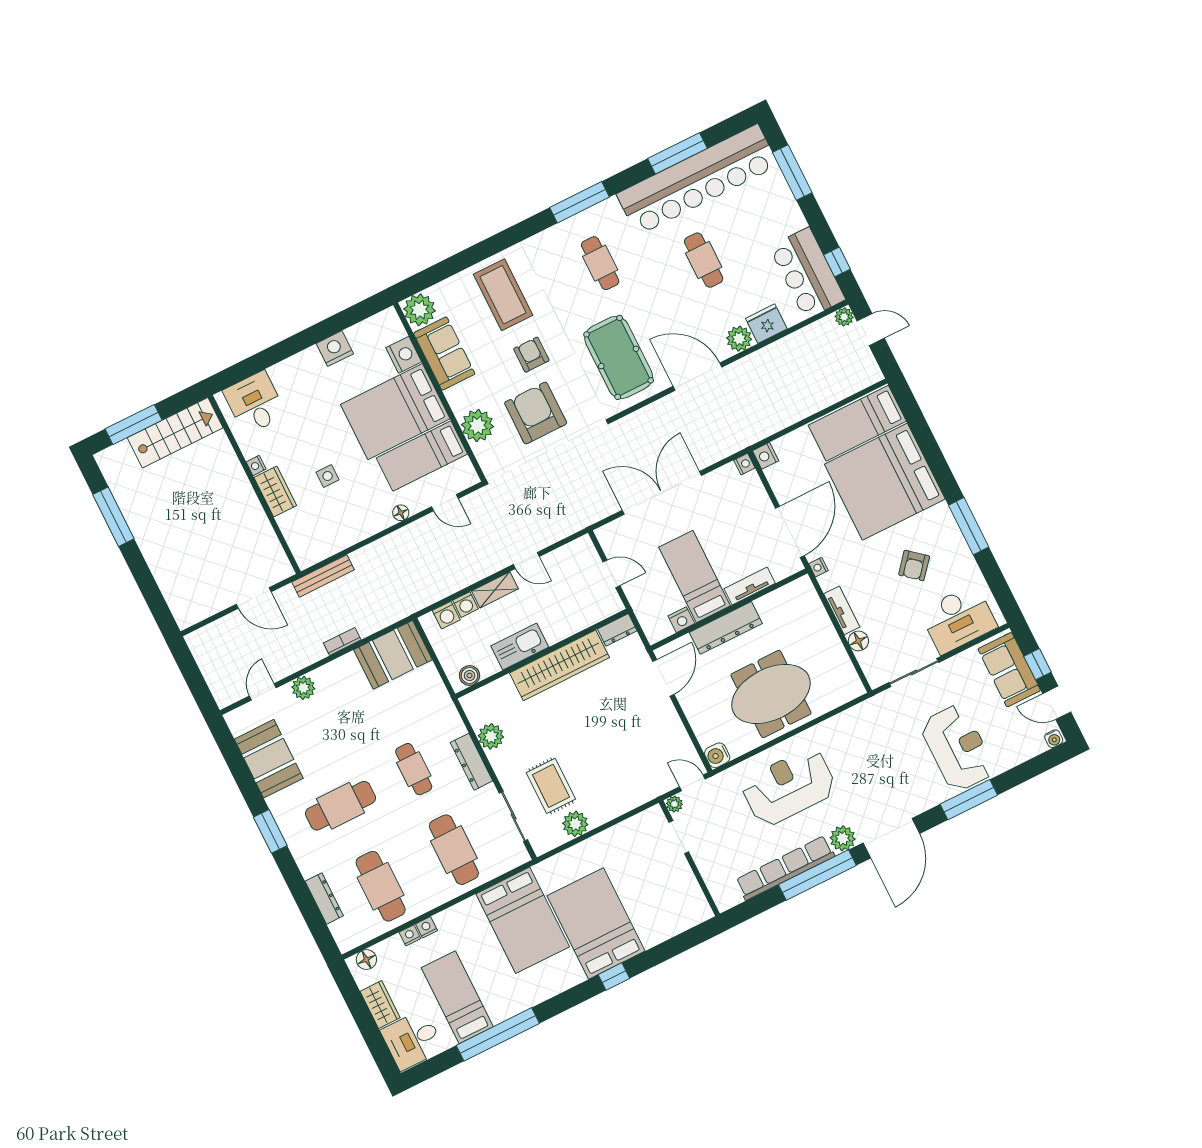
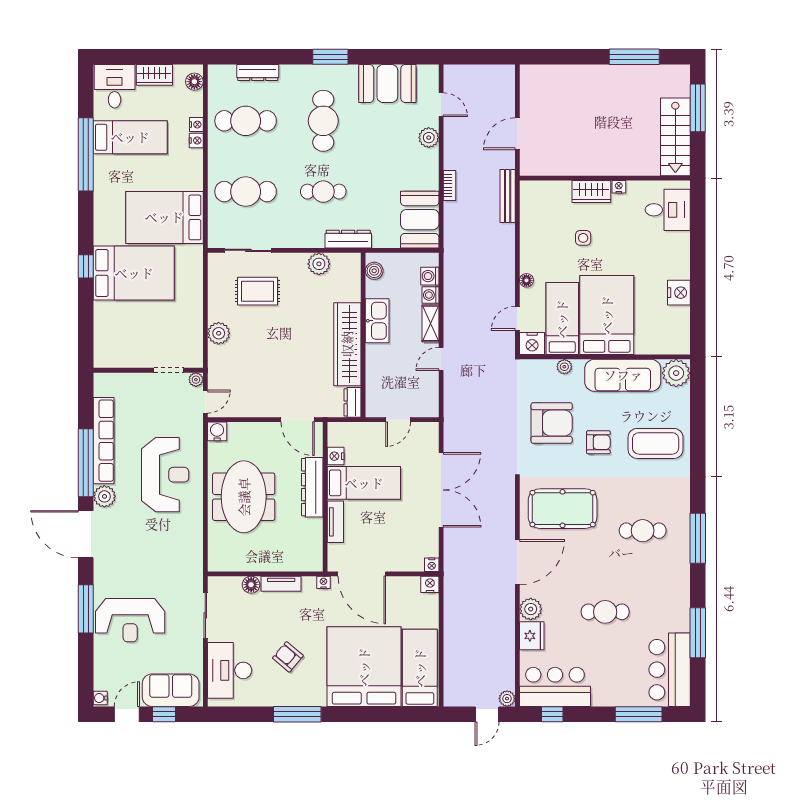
bar counter: (697, 180) -> (670, 670), width x0.54
sofa: (444, 354) -> (623, 375), width x1.36
nightstand: (404, 355) -> (532, 343), moved
plant: (478, 426) -> (564, 367), width x0.53, depth x0.53
dresser: (471, 762) -> (348, 239), moved
plant: (575, 824) -> (219, 333), moved

